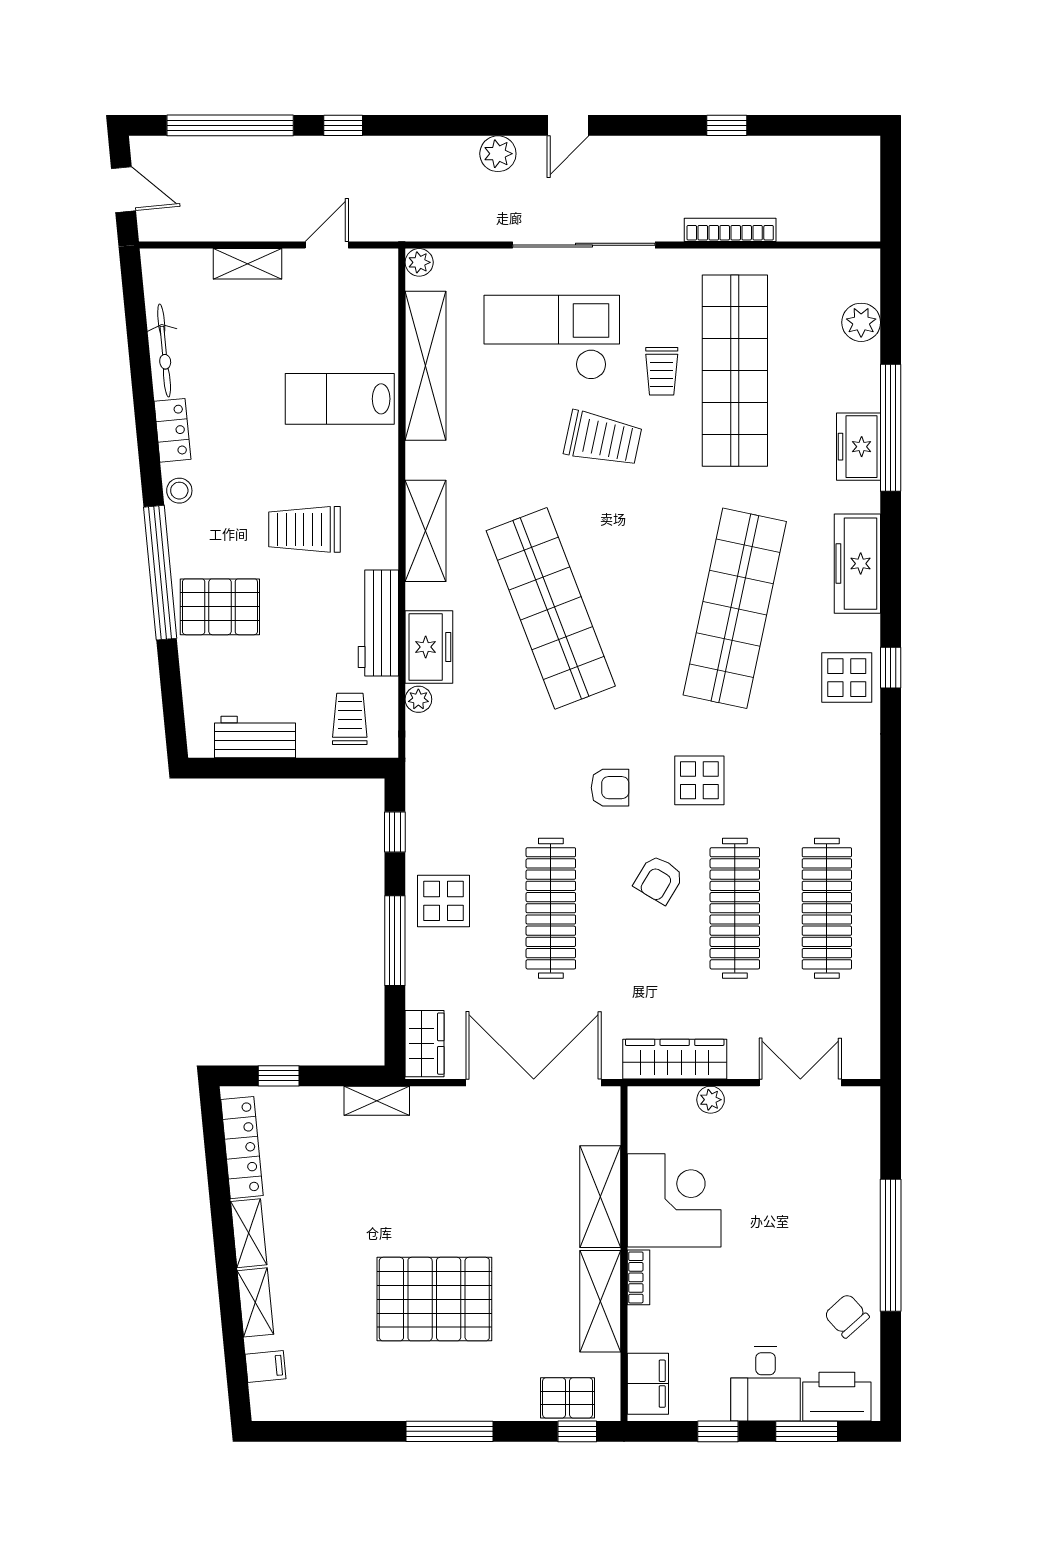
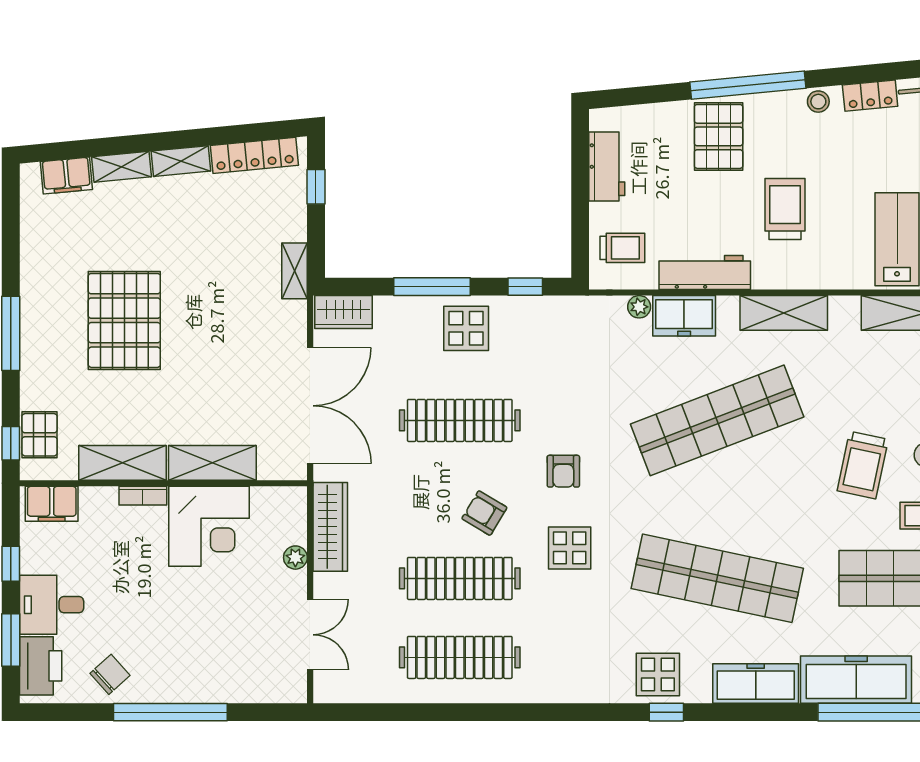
freezer: (858, 447) -> (856, 680), width x1.91, depth x1.26
filing cabinet: (266, 1367) -> (66, 176), width x2.00

